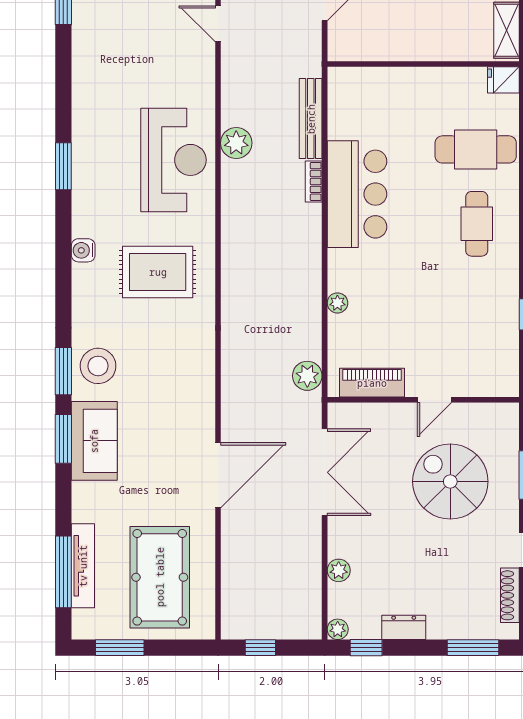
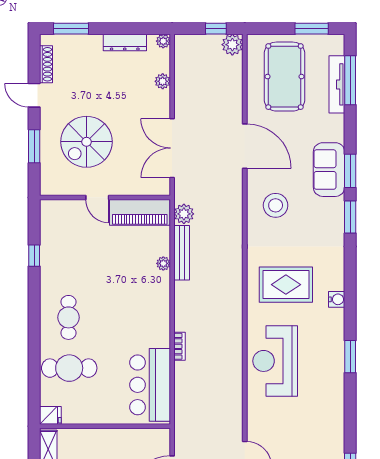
bench: (311, 119) -> (182, 253), moved
plant: (236, 143) -> (232, 45), moved
bar counter: (357, 194) -> (150, 385), moved
stool: (98, 366) -> (276, 205), moved
piano: (372, 383) -> (140, 212), width x1.37, depth x1.33
door: (434, 400) -> (97, 197), swing flipped
door: (218, 475) -> (245, 146), swing flipped
spiral stairs: (450, 482) -> (86, 142), turned 90
dresser: (404, 627) -> (125, 42), width x1.44
window: (366, 648) -> (144, 29), removed

